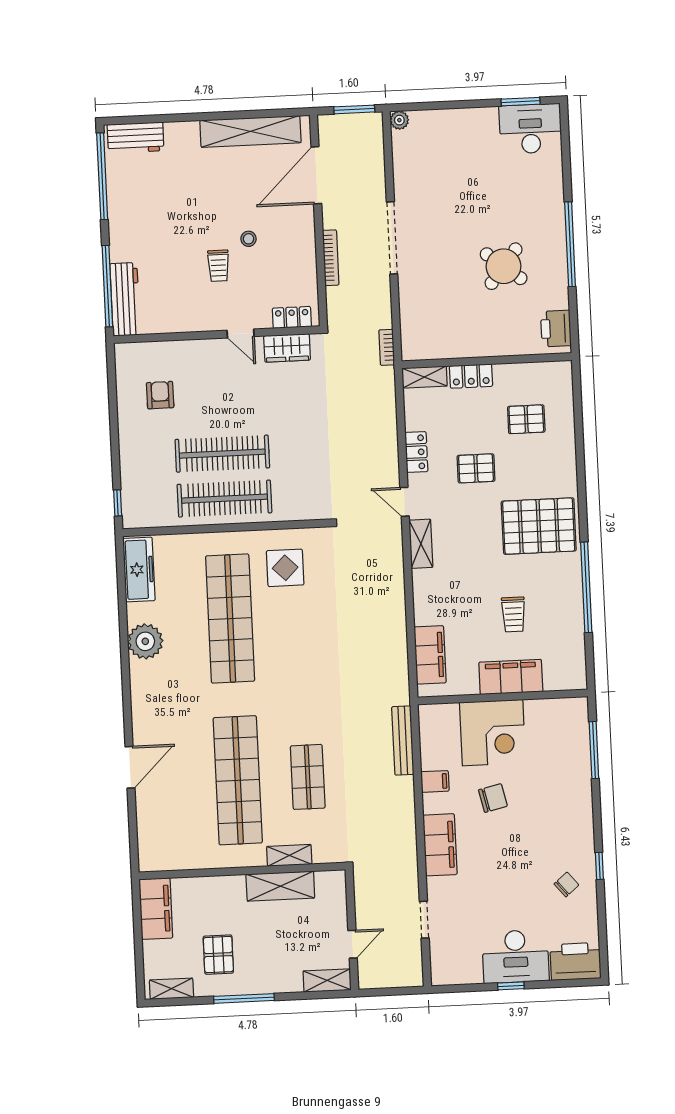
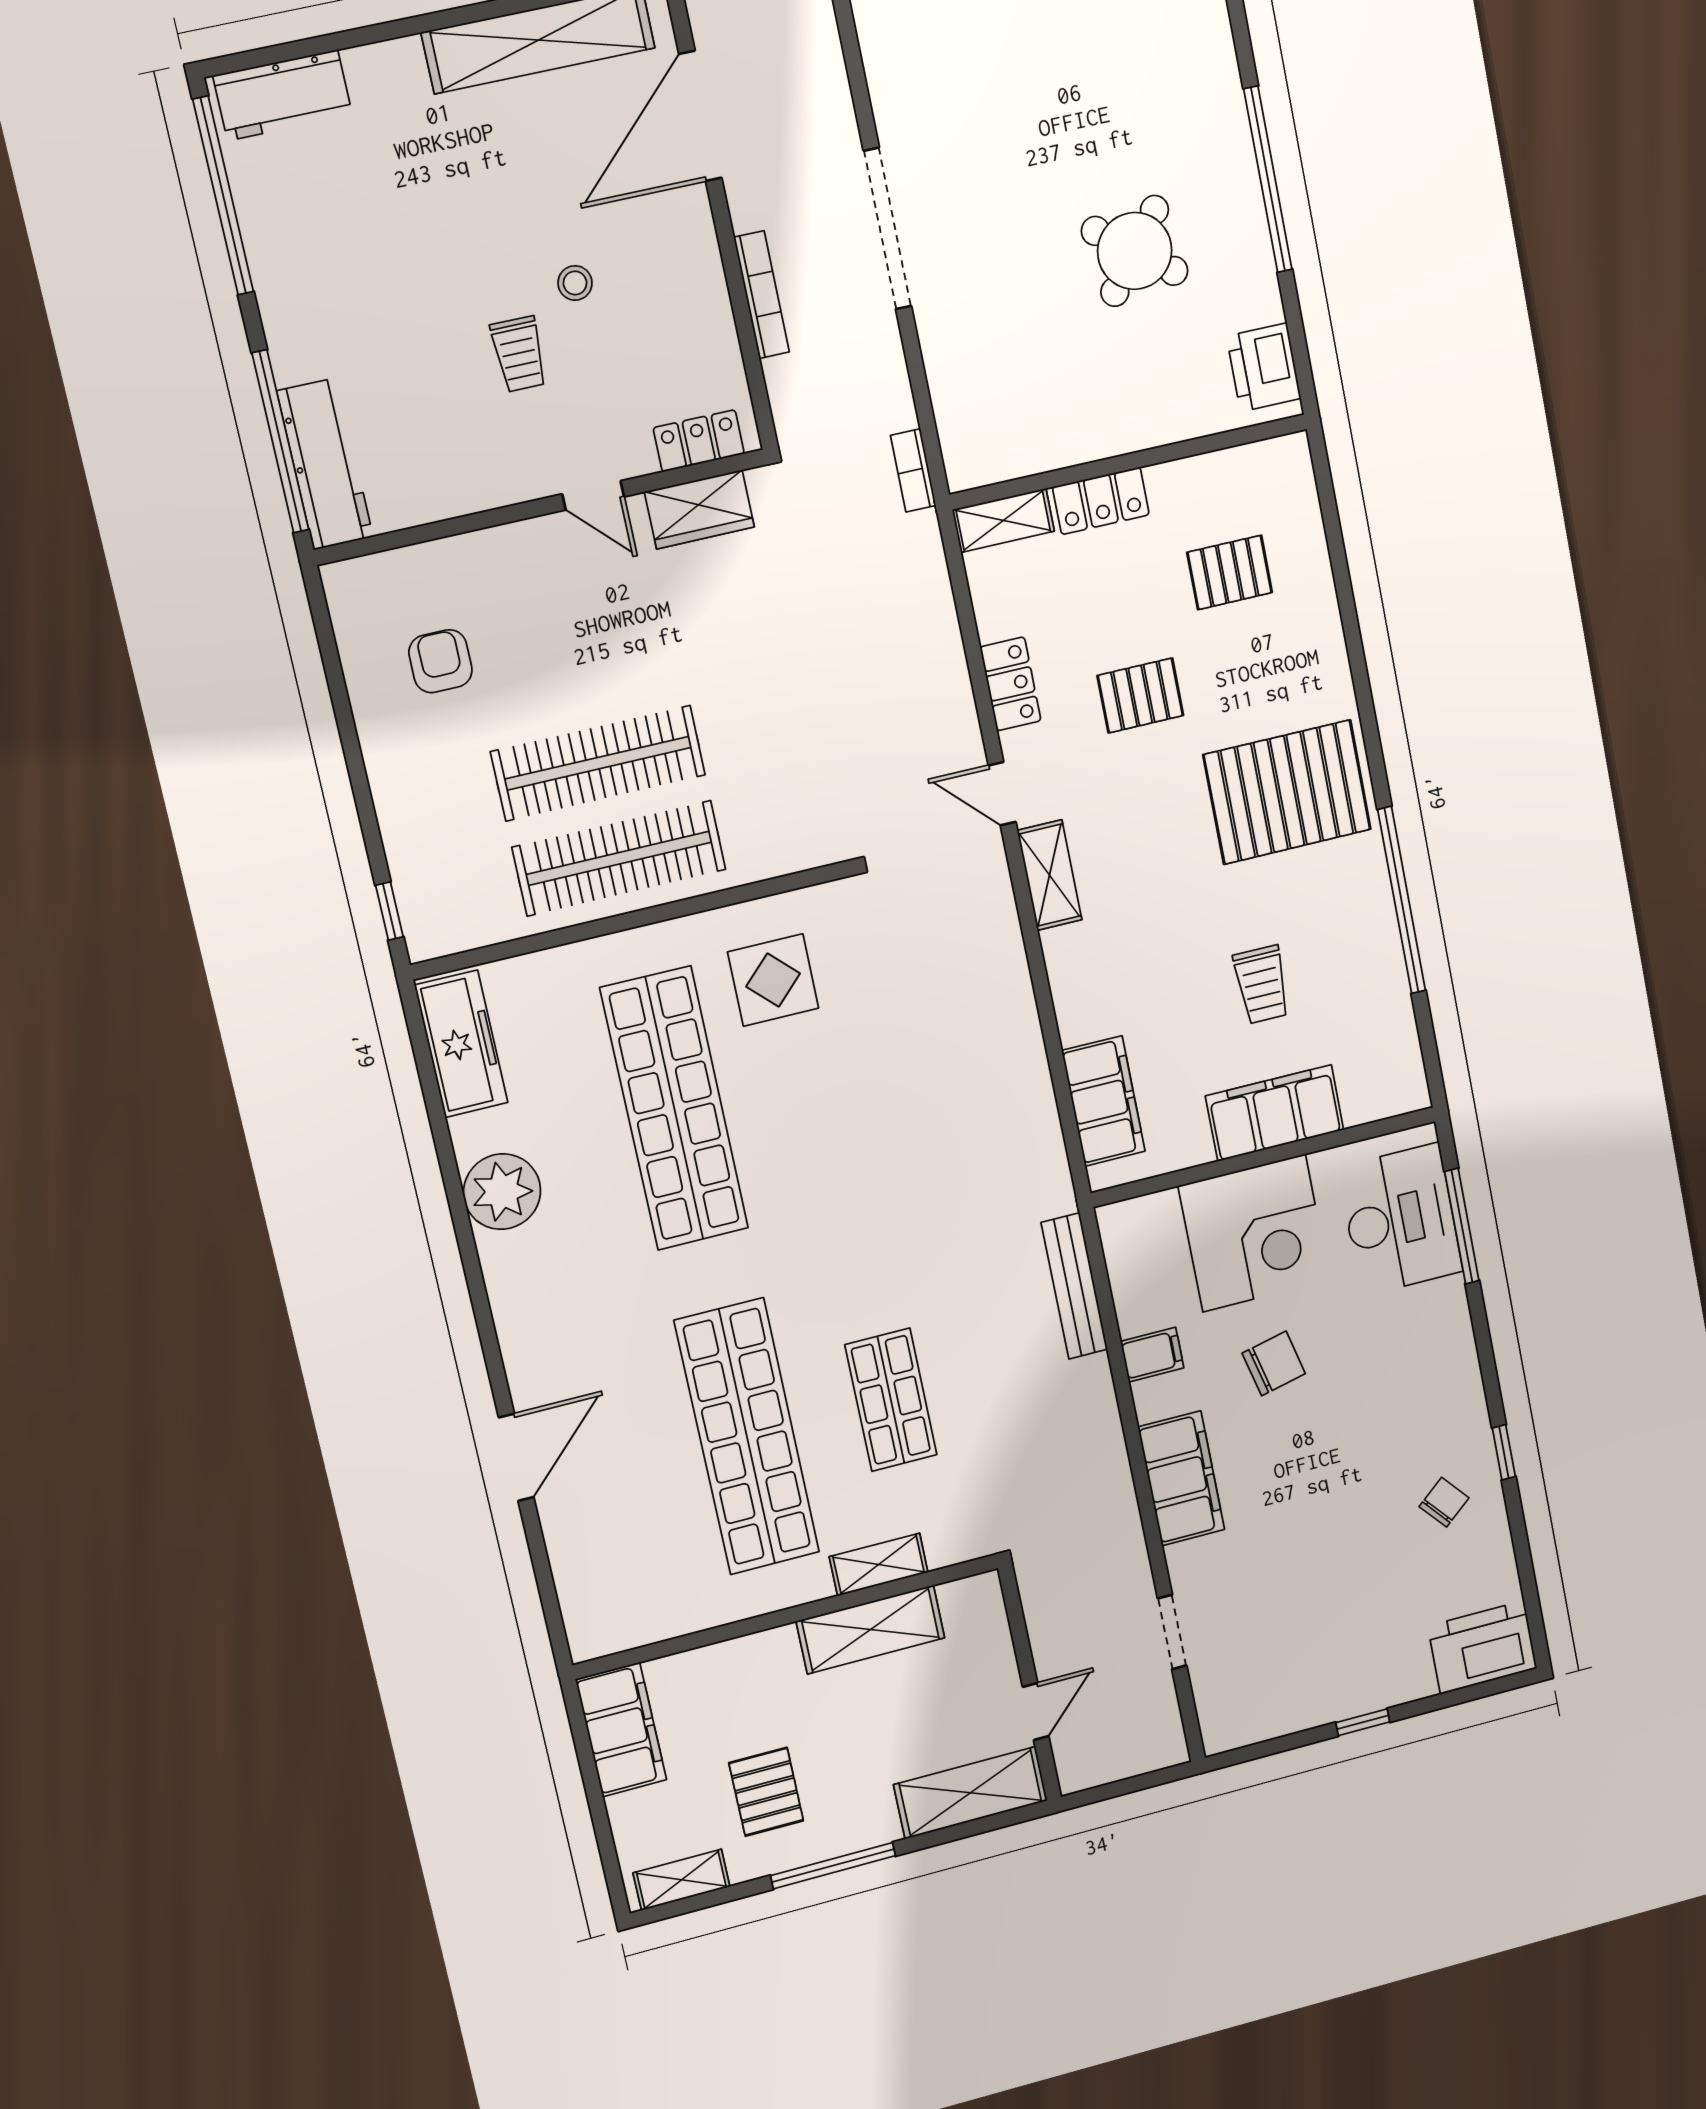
desk: (516, 956) -> (1400, 1220), moved, turned -90
shelving: (327, 980) -> (971, 1793), width x1.50, depth x1.33

